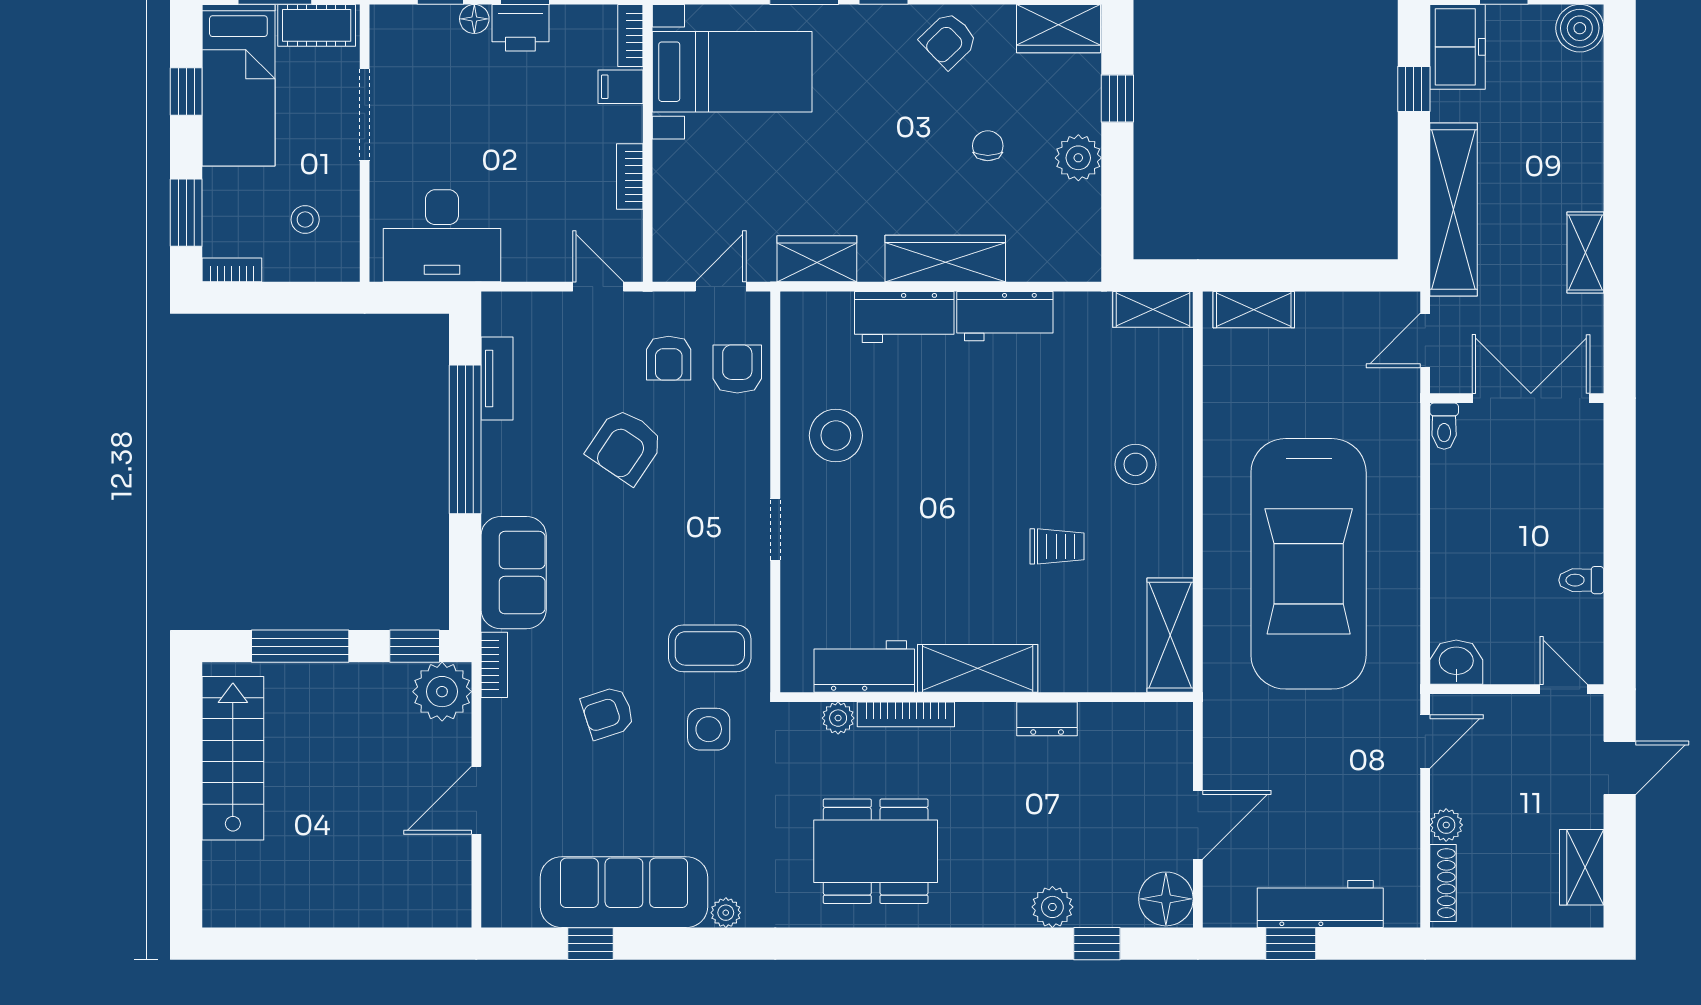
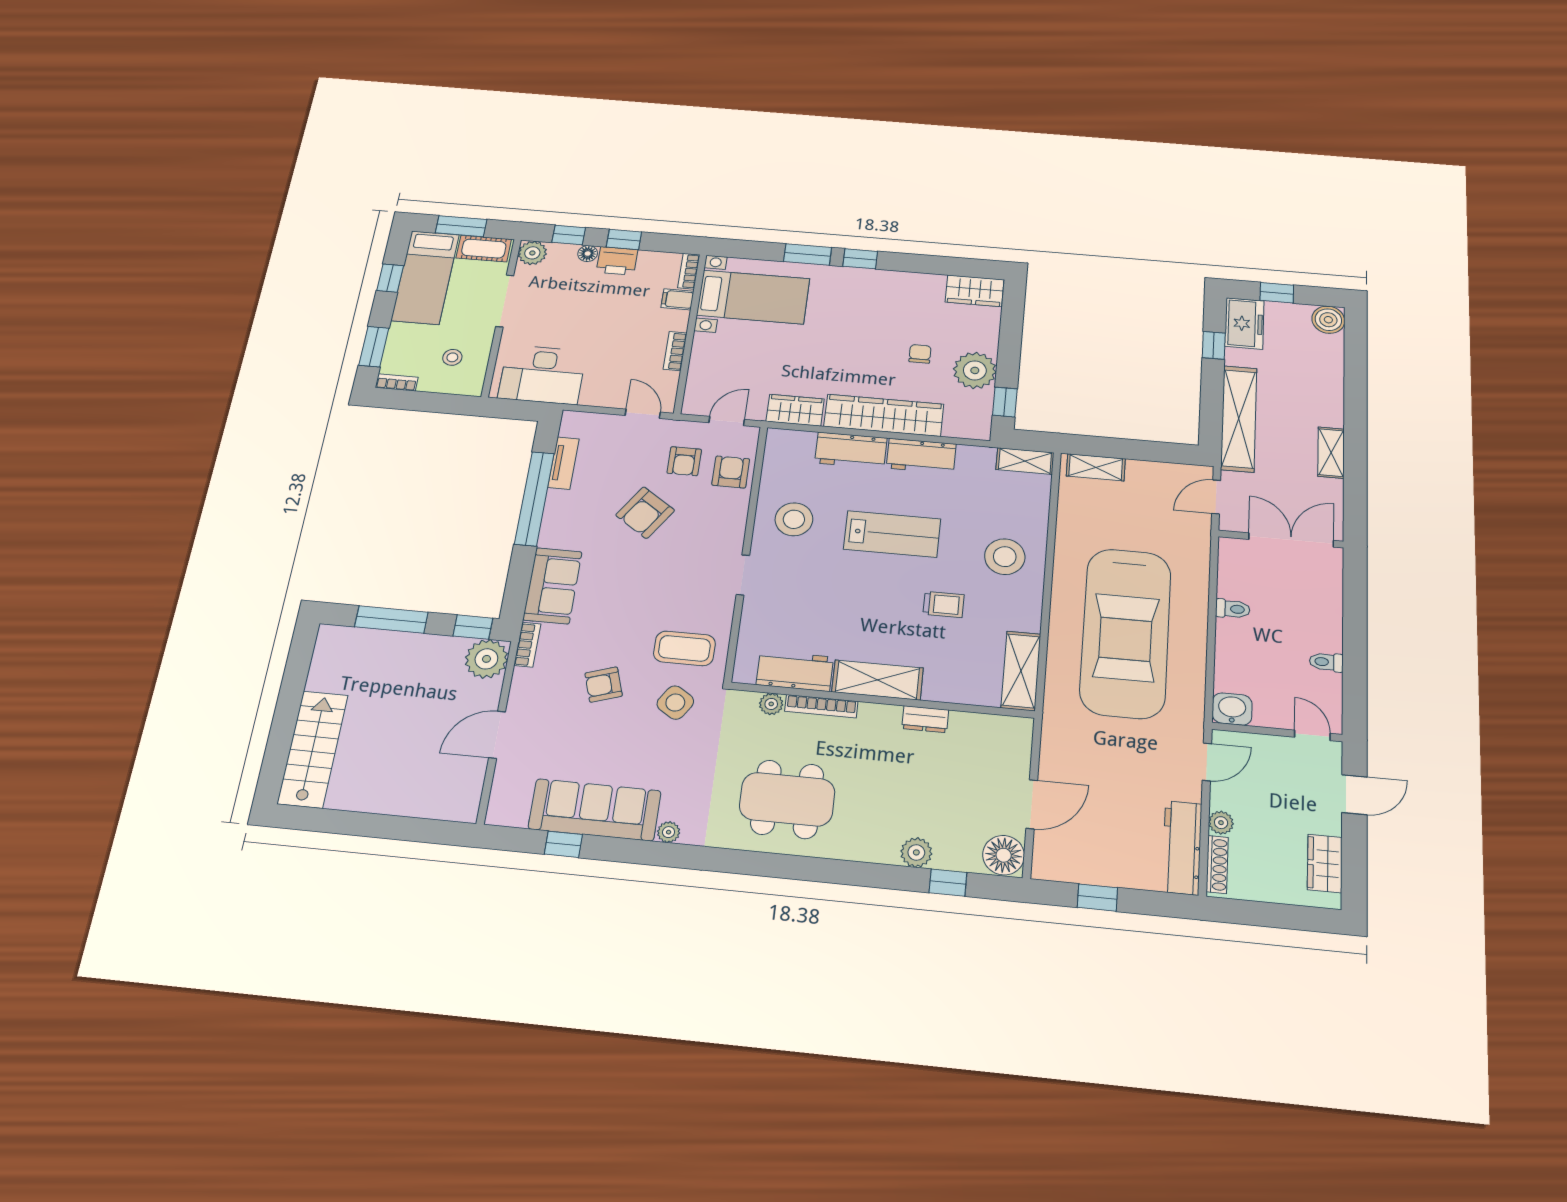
plant: (391, 26) -> (532, 253), added
armchair: (949, 40) -> (900, 291), removed
window: (1117, 99) -> (1005, 402), moved
plant: (1078, 158) -> (975, 370), width x1.36, depth x1.36
wardrobe: (945, 259) -> (884, 415), width x1.40, depth x1.17
toilet: (1444, 426) -> (1233, 609), moved, turned -90
lab bench: (976, 445) -> (892, 534), added
stool: (1136, 464) -> (1005, 557), width x1.38, depth x1.38
side table: (709, 729) -> (675, 703), turned 33
stairs: (233, 758) -> (313, 749), moved
workbench: (1320, 904) -> (1182, 848), moved, turned -90

